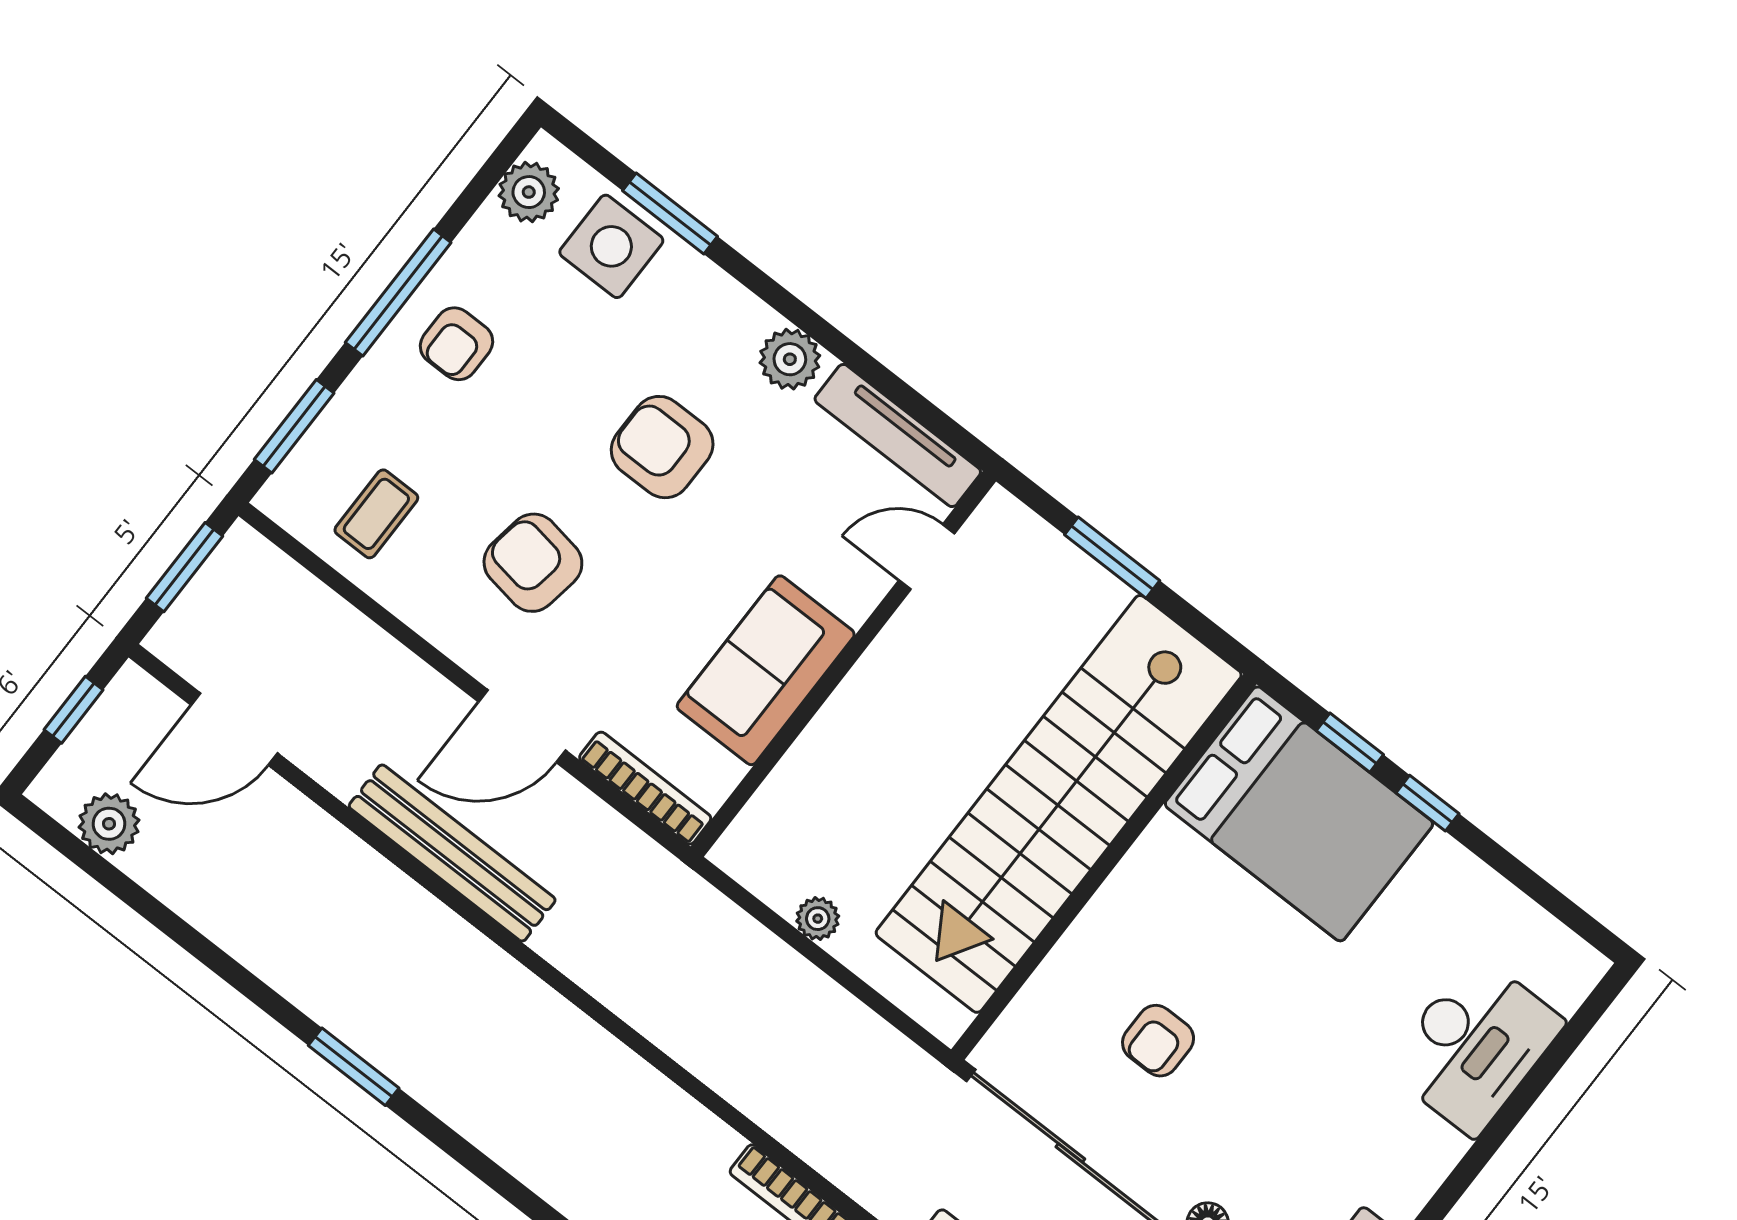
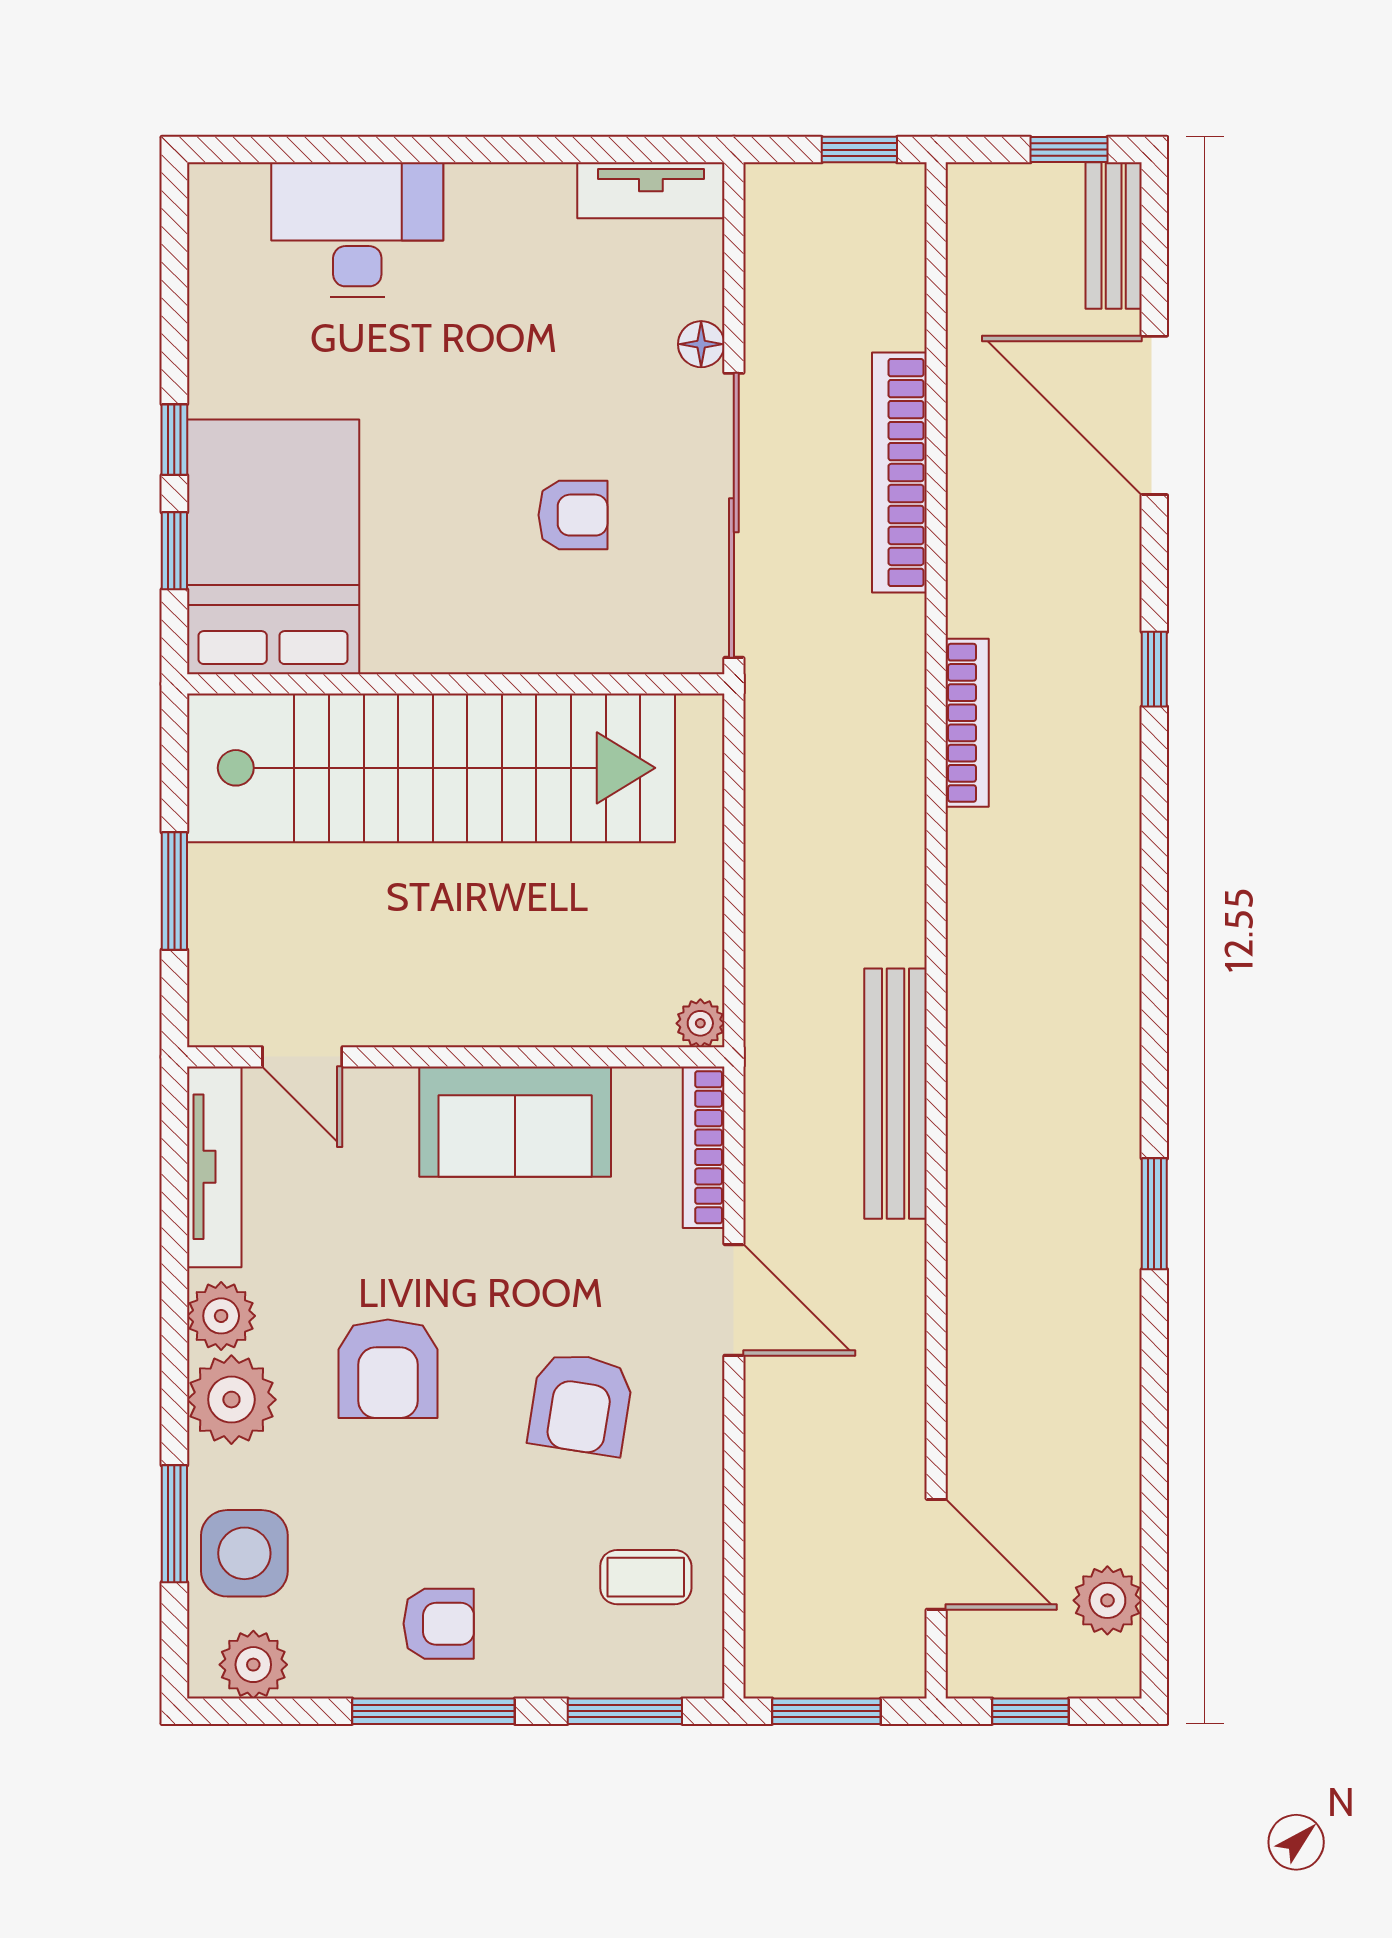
plant: (726, 321) -> (231, 1400), added
bench: (452, 853) -> (896, 1094), moved
plant: (818, 919) -> (700, 1023), moved

